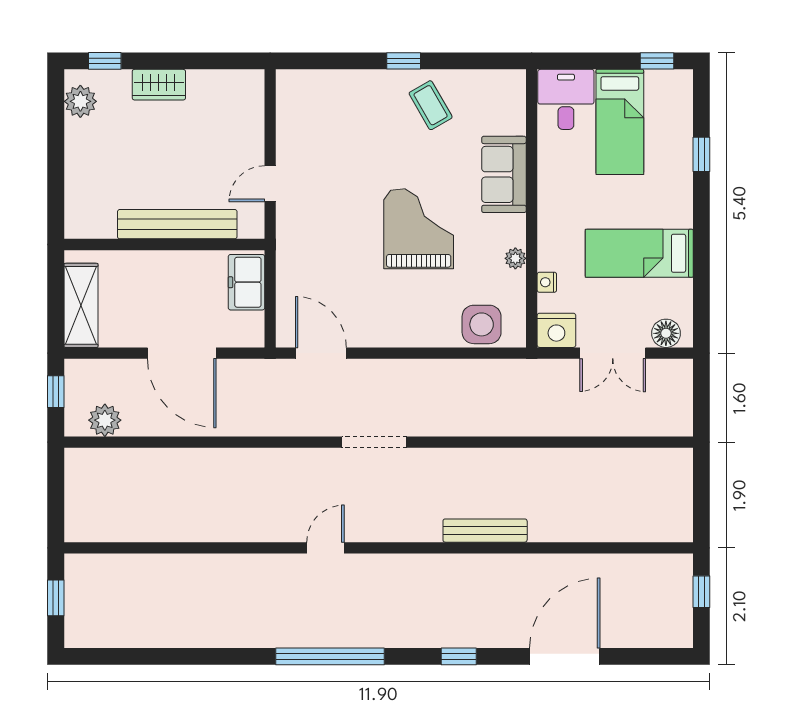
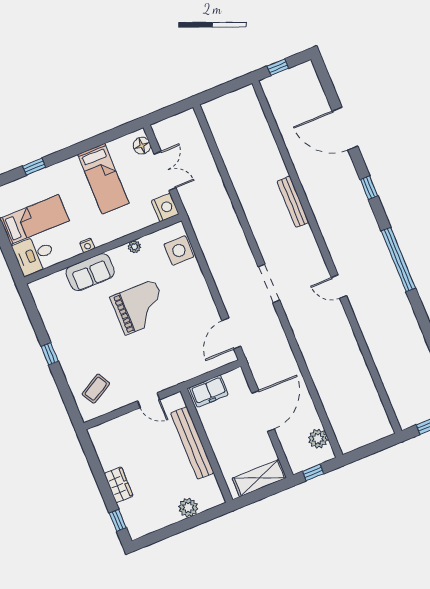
plant: (80, 101) -> (188, 508), moved
coffee table: (431, 105) -> (96, 389), moved
grand piano: (419, 229) -> (140, 307), turned 180
nightstand: (547, 282) -> (87, 245), moved

